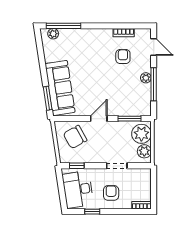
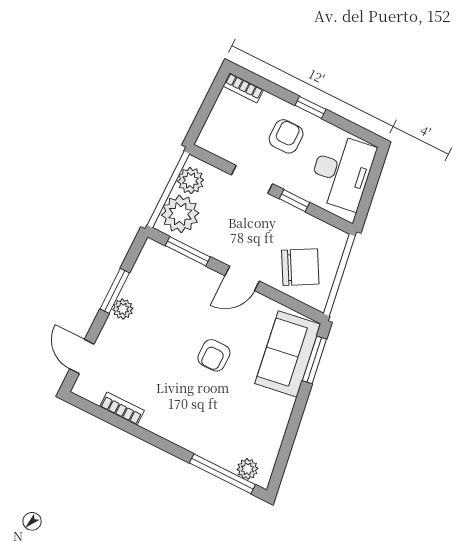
armchair: (123, 57) -> (214, 355), moved
window: (154, 84) -> (115, 291), width x0.69
sofa: (60, 88) -> (288, 354), width x0.73
window: (77, 166) -> (295, 201), moved
armchair: (111, 193) -> (286, 136), turned 180
window: (92, 212) -> (310, 107), moved

